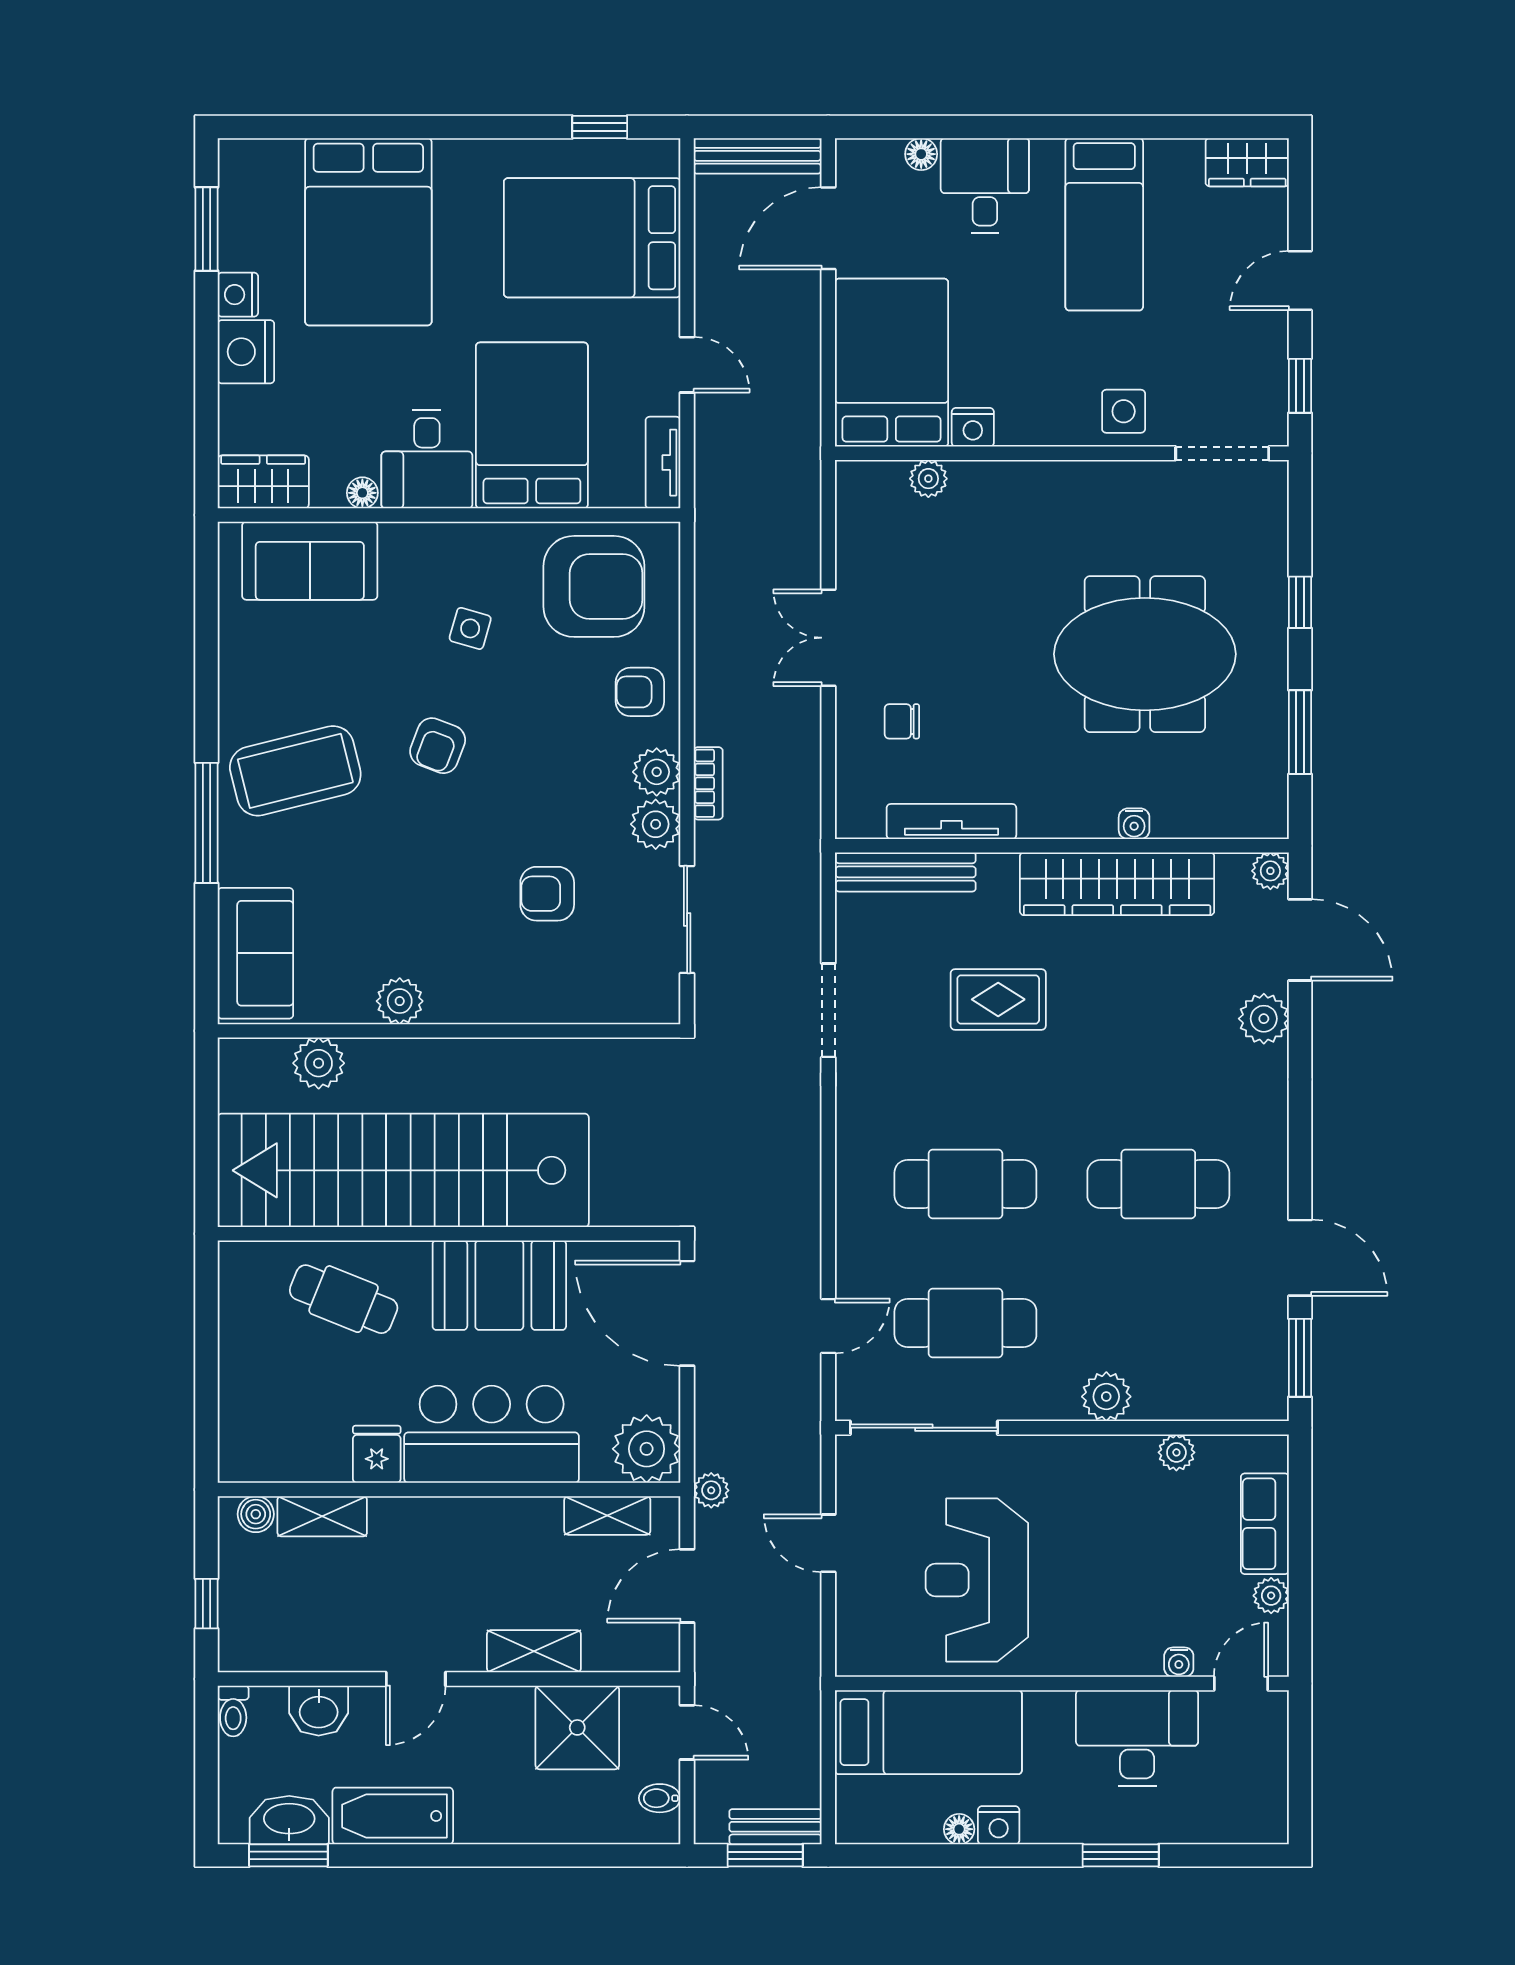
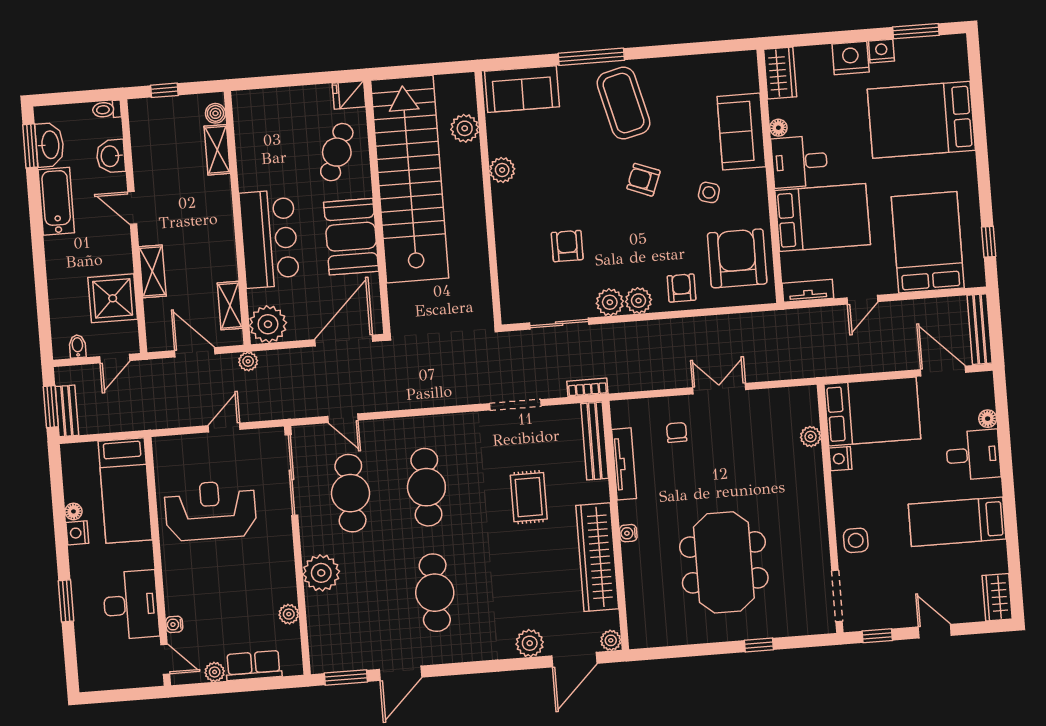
sofa: (310, 561) -> (741, 132), moved
armchair: (594, 586) -> (737, 258), turned 180
window: (1300, 732) -> (688, 651), removed
bookcase: (708, 783) -> (587, 387), moved, turned 180
water cooler: (1134, 824) -> (628, 533), moved
plant: (1106, 1397) -> (321, 573), width x1.36, depth x1.36
fridge: (377, 1454) -> (349, 95), moved, turned 180

